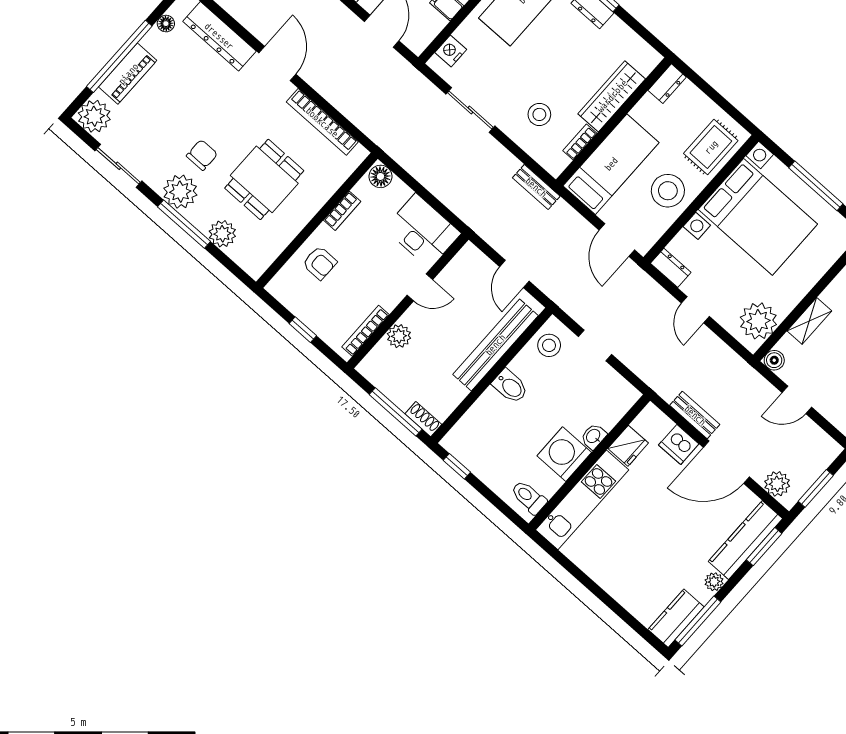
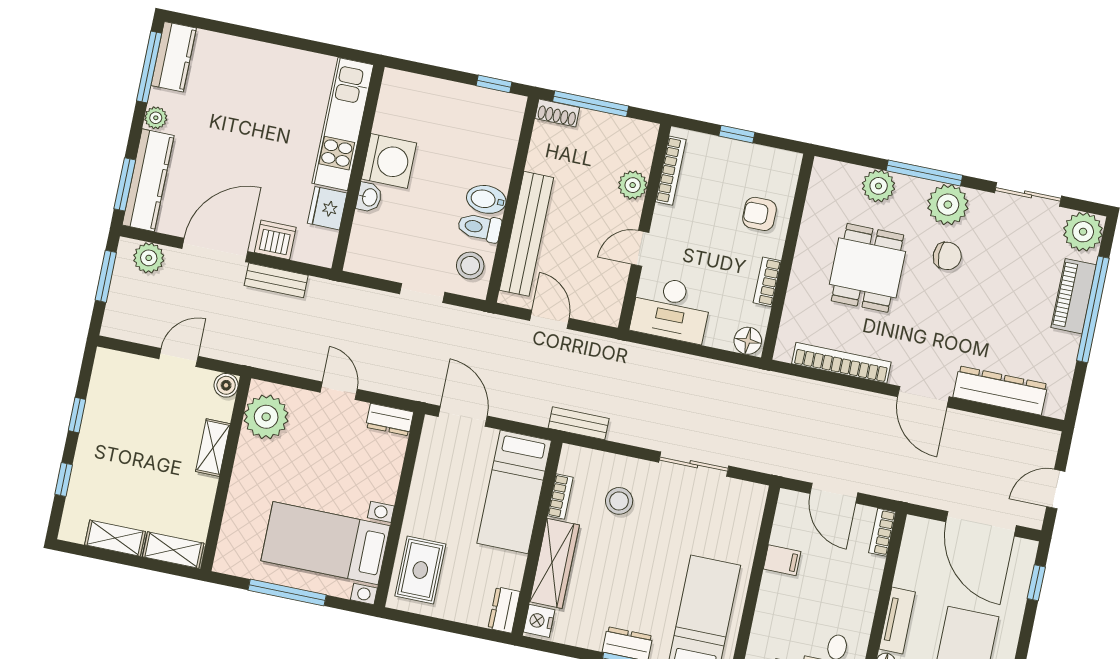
floor lamp: (166, 24) -> (1064, 372), removed
nightstand: (451, 51) -> (539, 621), moved, turned 180
chair: (202, 155) -> (947, 256), turned -90
stool: (668, 191) -> (439, 499), removed
bed with nightstands: (758, 217) -> (326, 543), width x0.73
toilet: (529, 497) -> (479, 227), moved, turned 180

